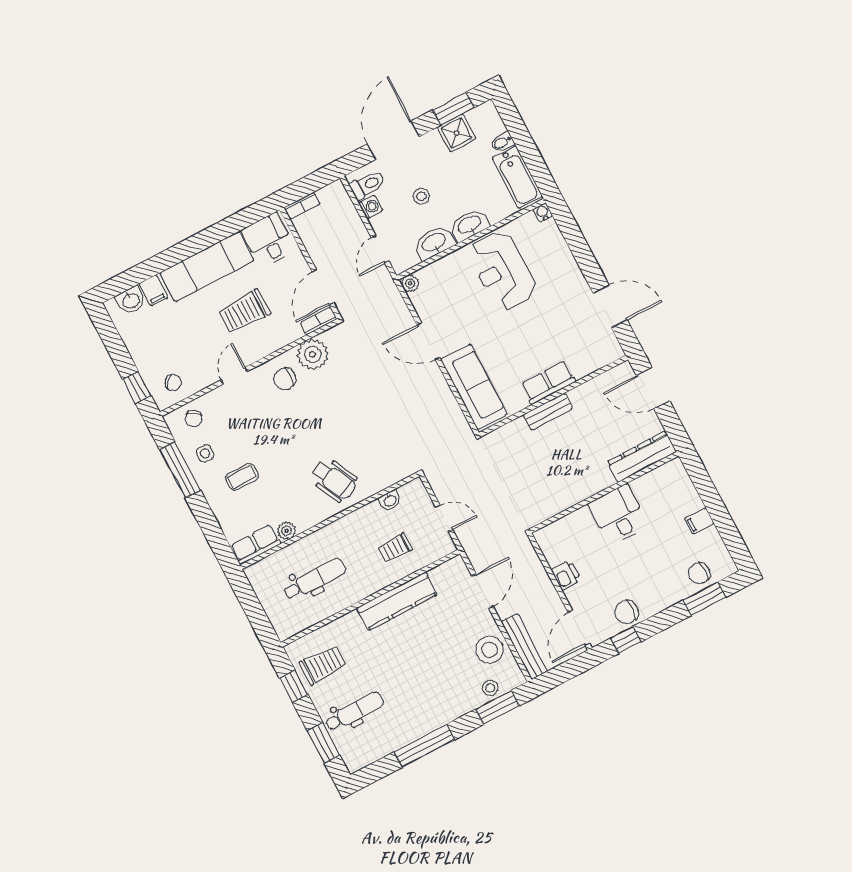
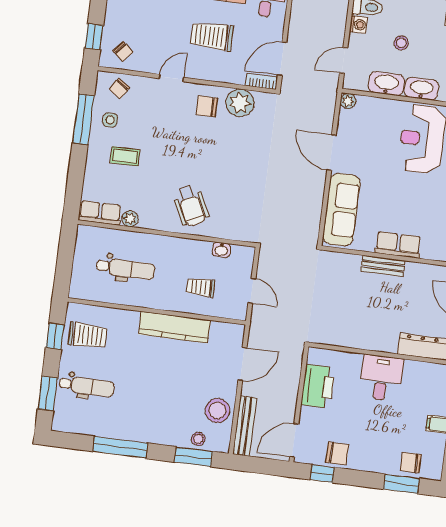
printer: (566, 575) -> (318, 386), width x1.87, depth x1.48
chair: (627, 612) -> (337, 454), turned 180

